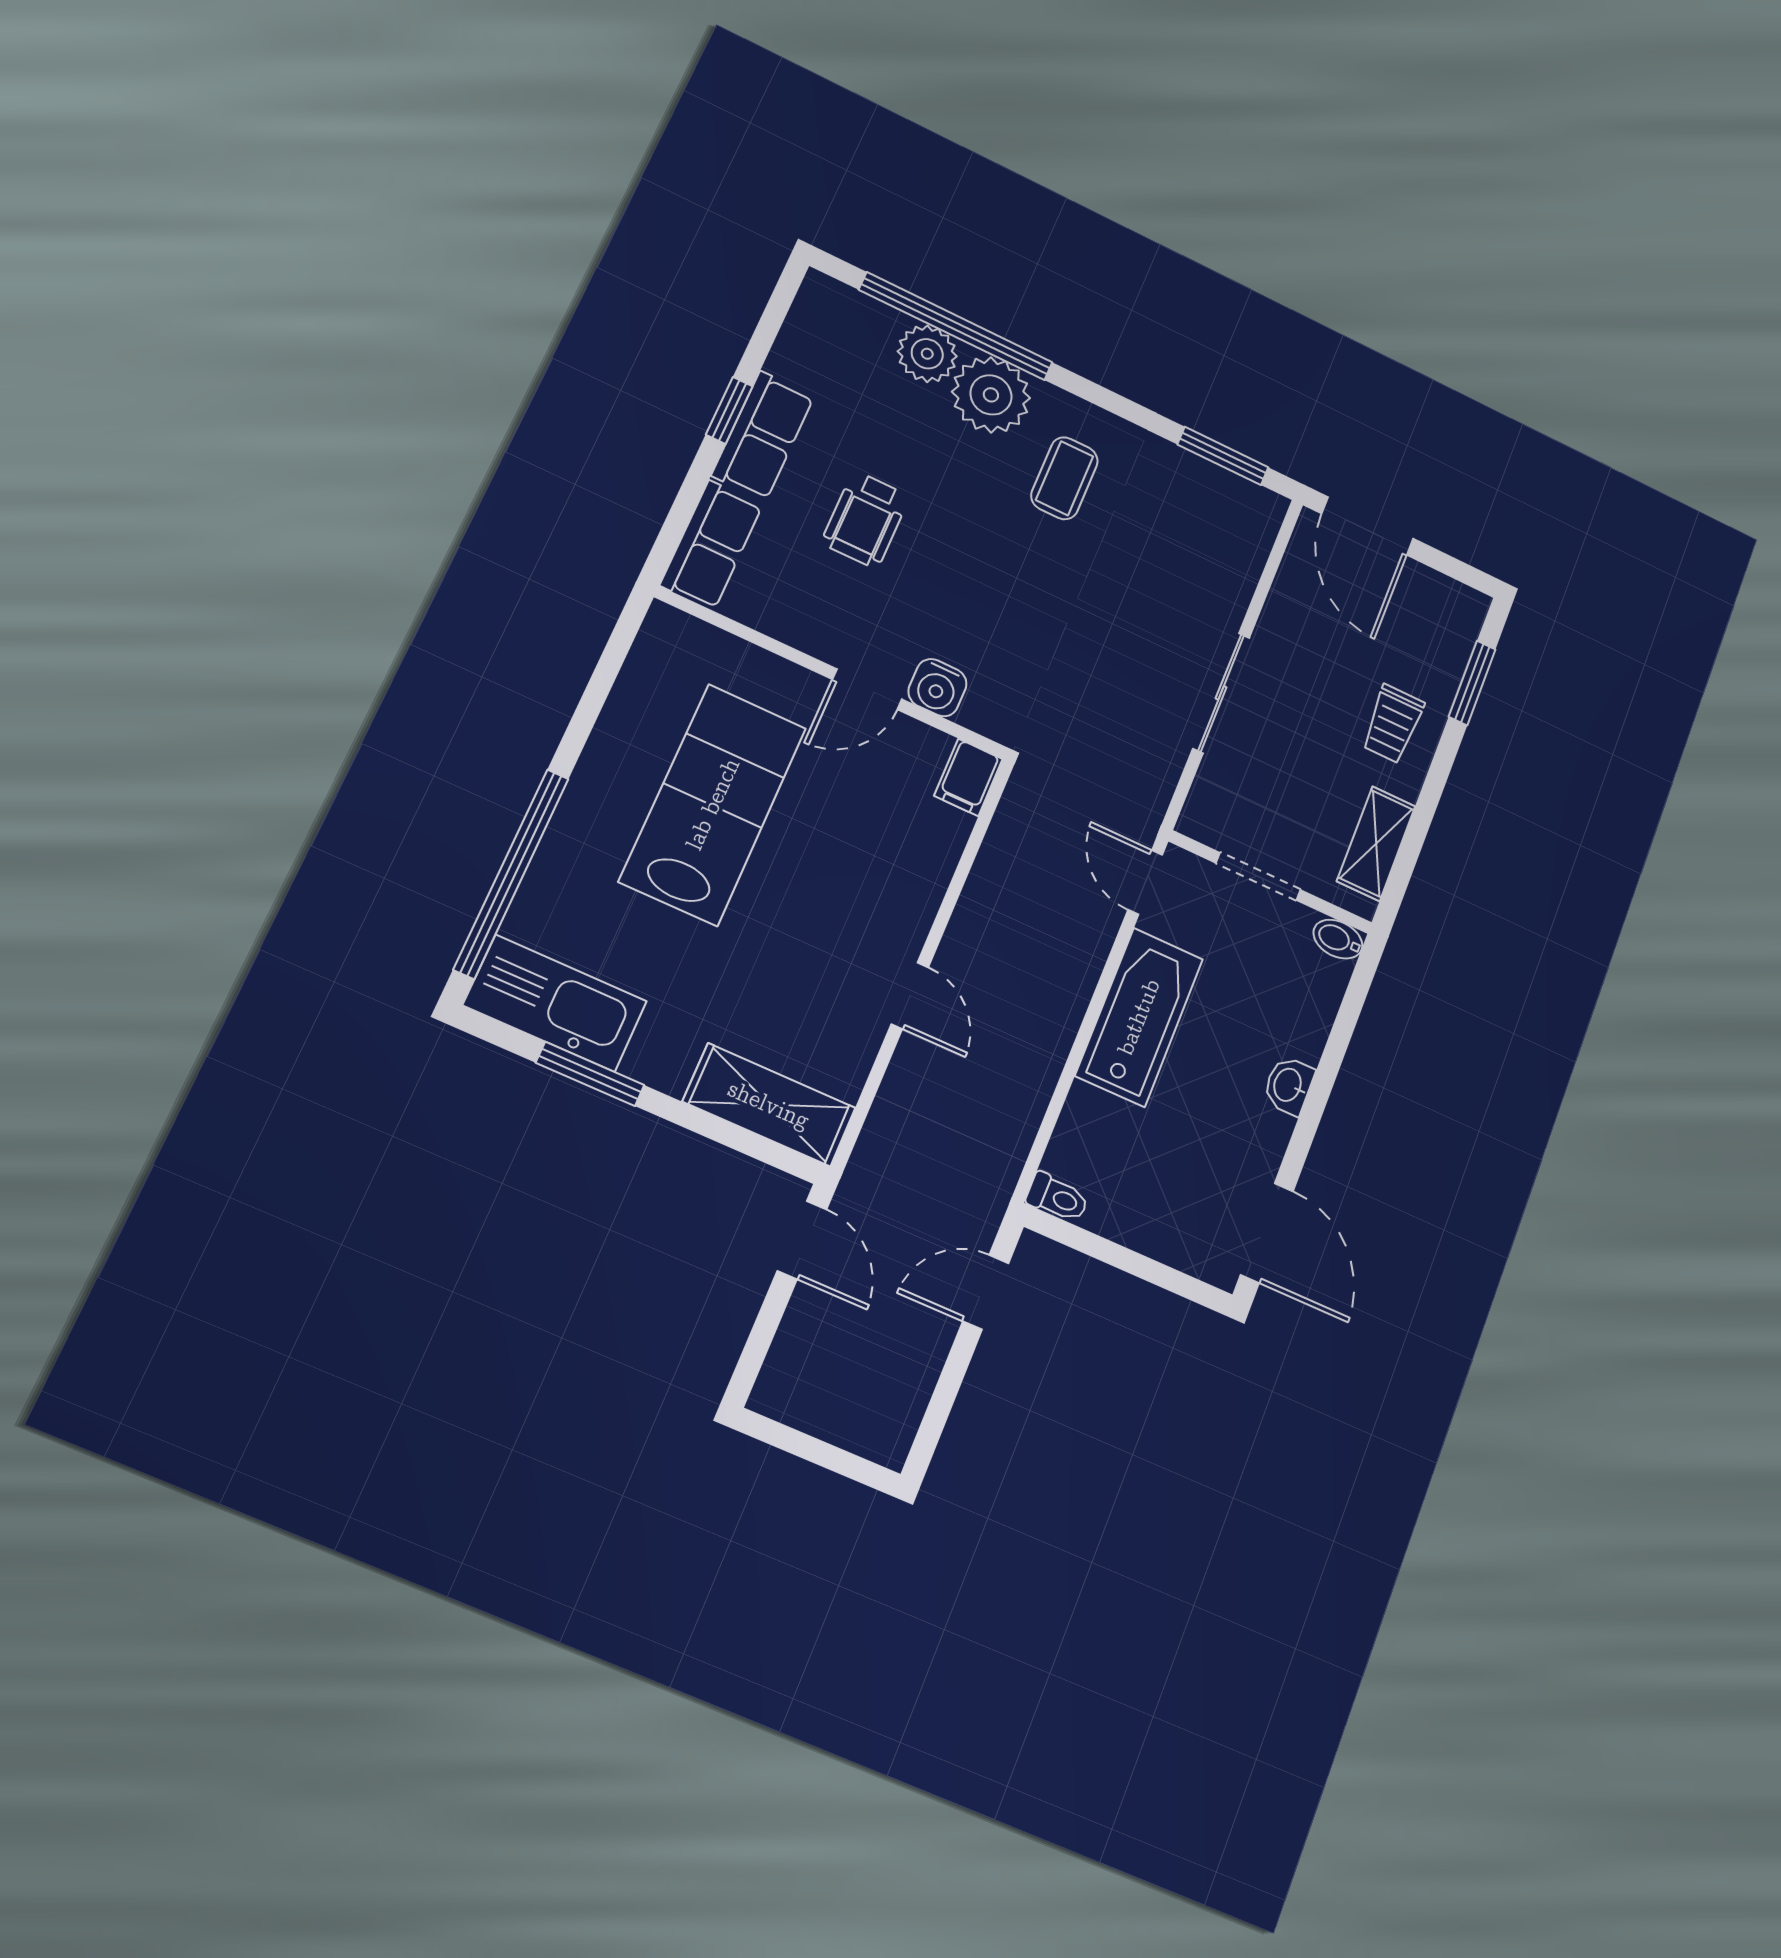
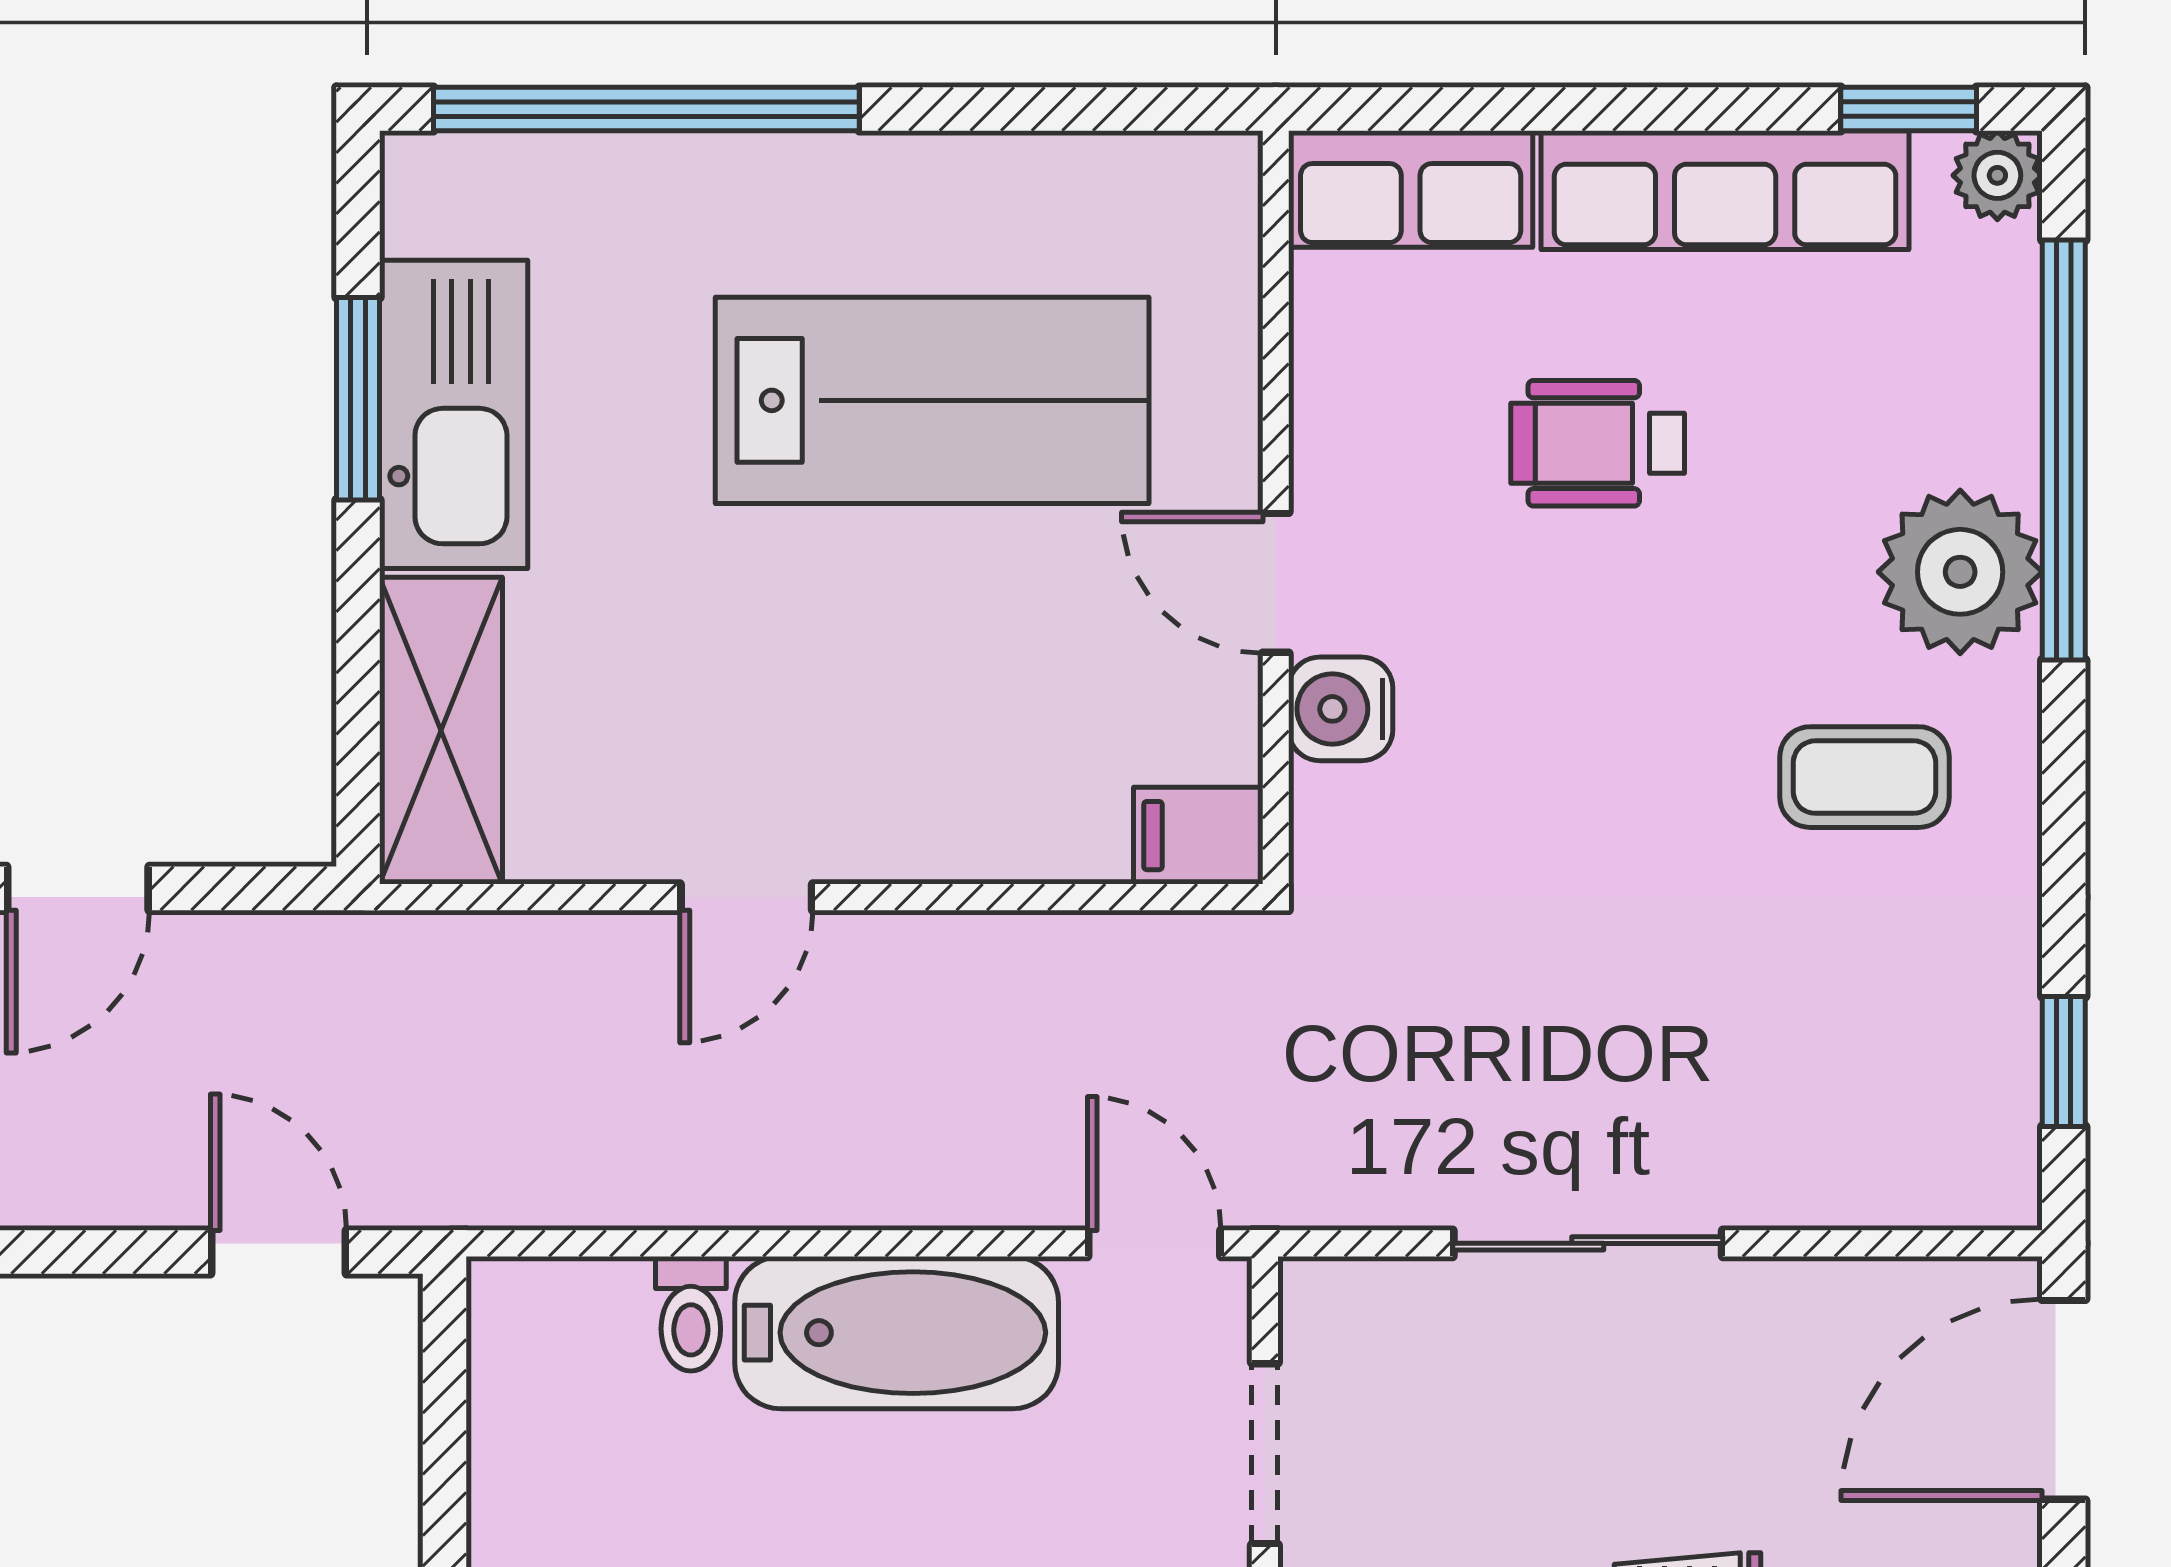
plant: (927, 354) -> (1997, 175), moved, width x0.73, depth x0.73
window: (729, 410) -> (1909, 109), moved
row of seats: (763, 436) -> (1725, 190), width x1.48
window: (1223, 456) -> (2064, 1061), width x0.67
door: (1145, 882) -> (1154, 1243), hinge flipped
kitchen sink: (555, 1003) -> (454, 414), moved
toilet: (1057, 1198) -> (691, 1314), moved
door: (802, 1240) -> (78, 888), moved

